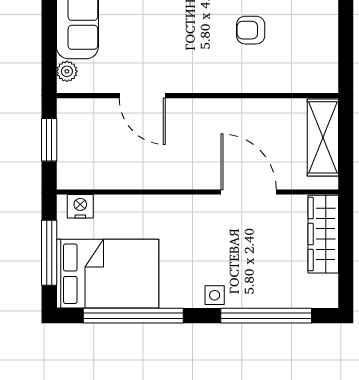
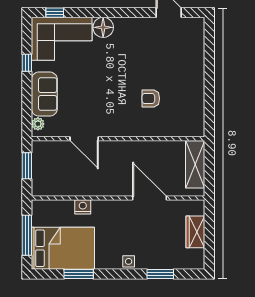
nightstand: (80, 206) -> (83, 207), moved
wardrobe: (323, 234) -> (195, 232), width x0.67
window: (133, 316) -> (79, 274), width x0.47
window: (266, 316) -> (160, 274), width x0.47

